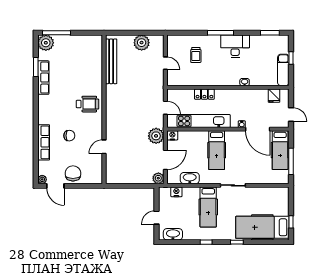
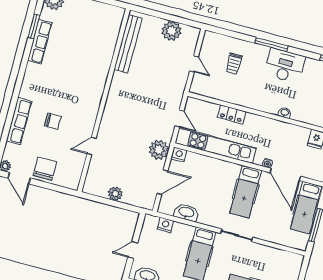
wheelchair: (88, 104) -> (85, 88), removed
hospital bed: (217, 150) -> (246, 192), moved
plant: (158, 178) -> (115, 194), moved

